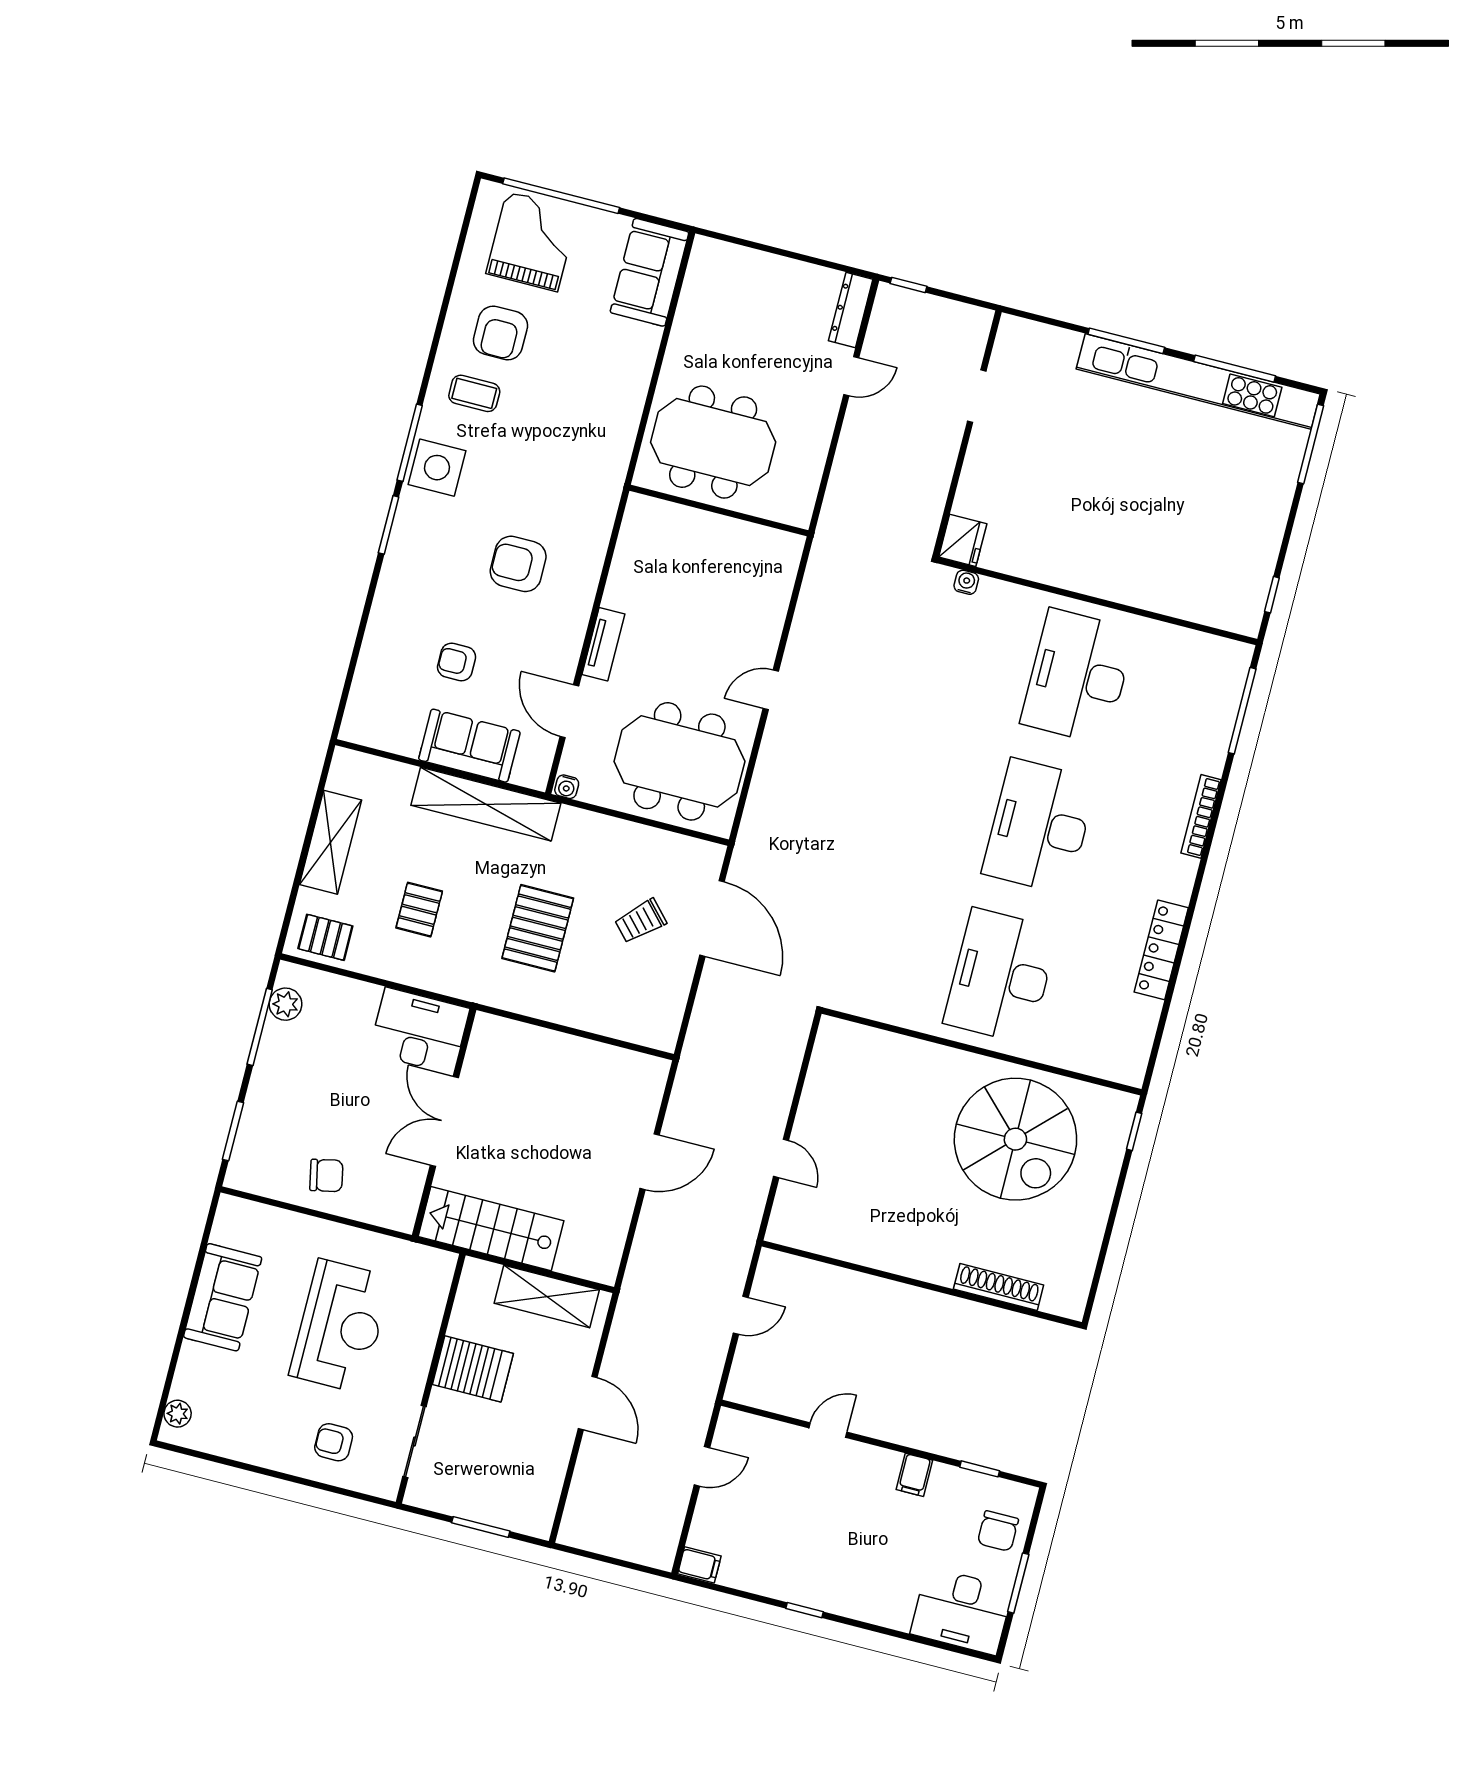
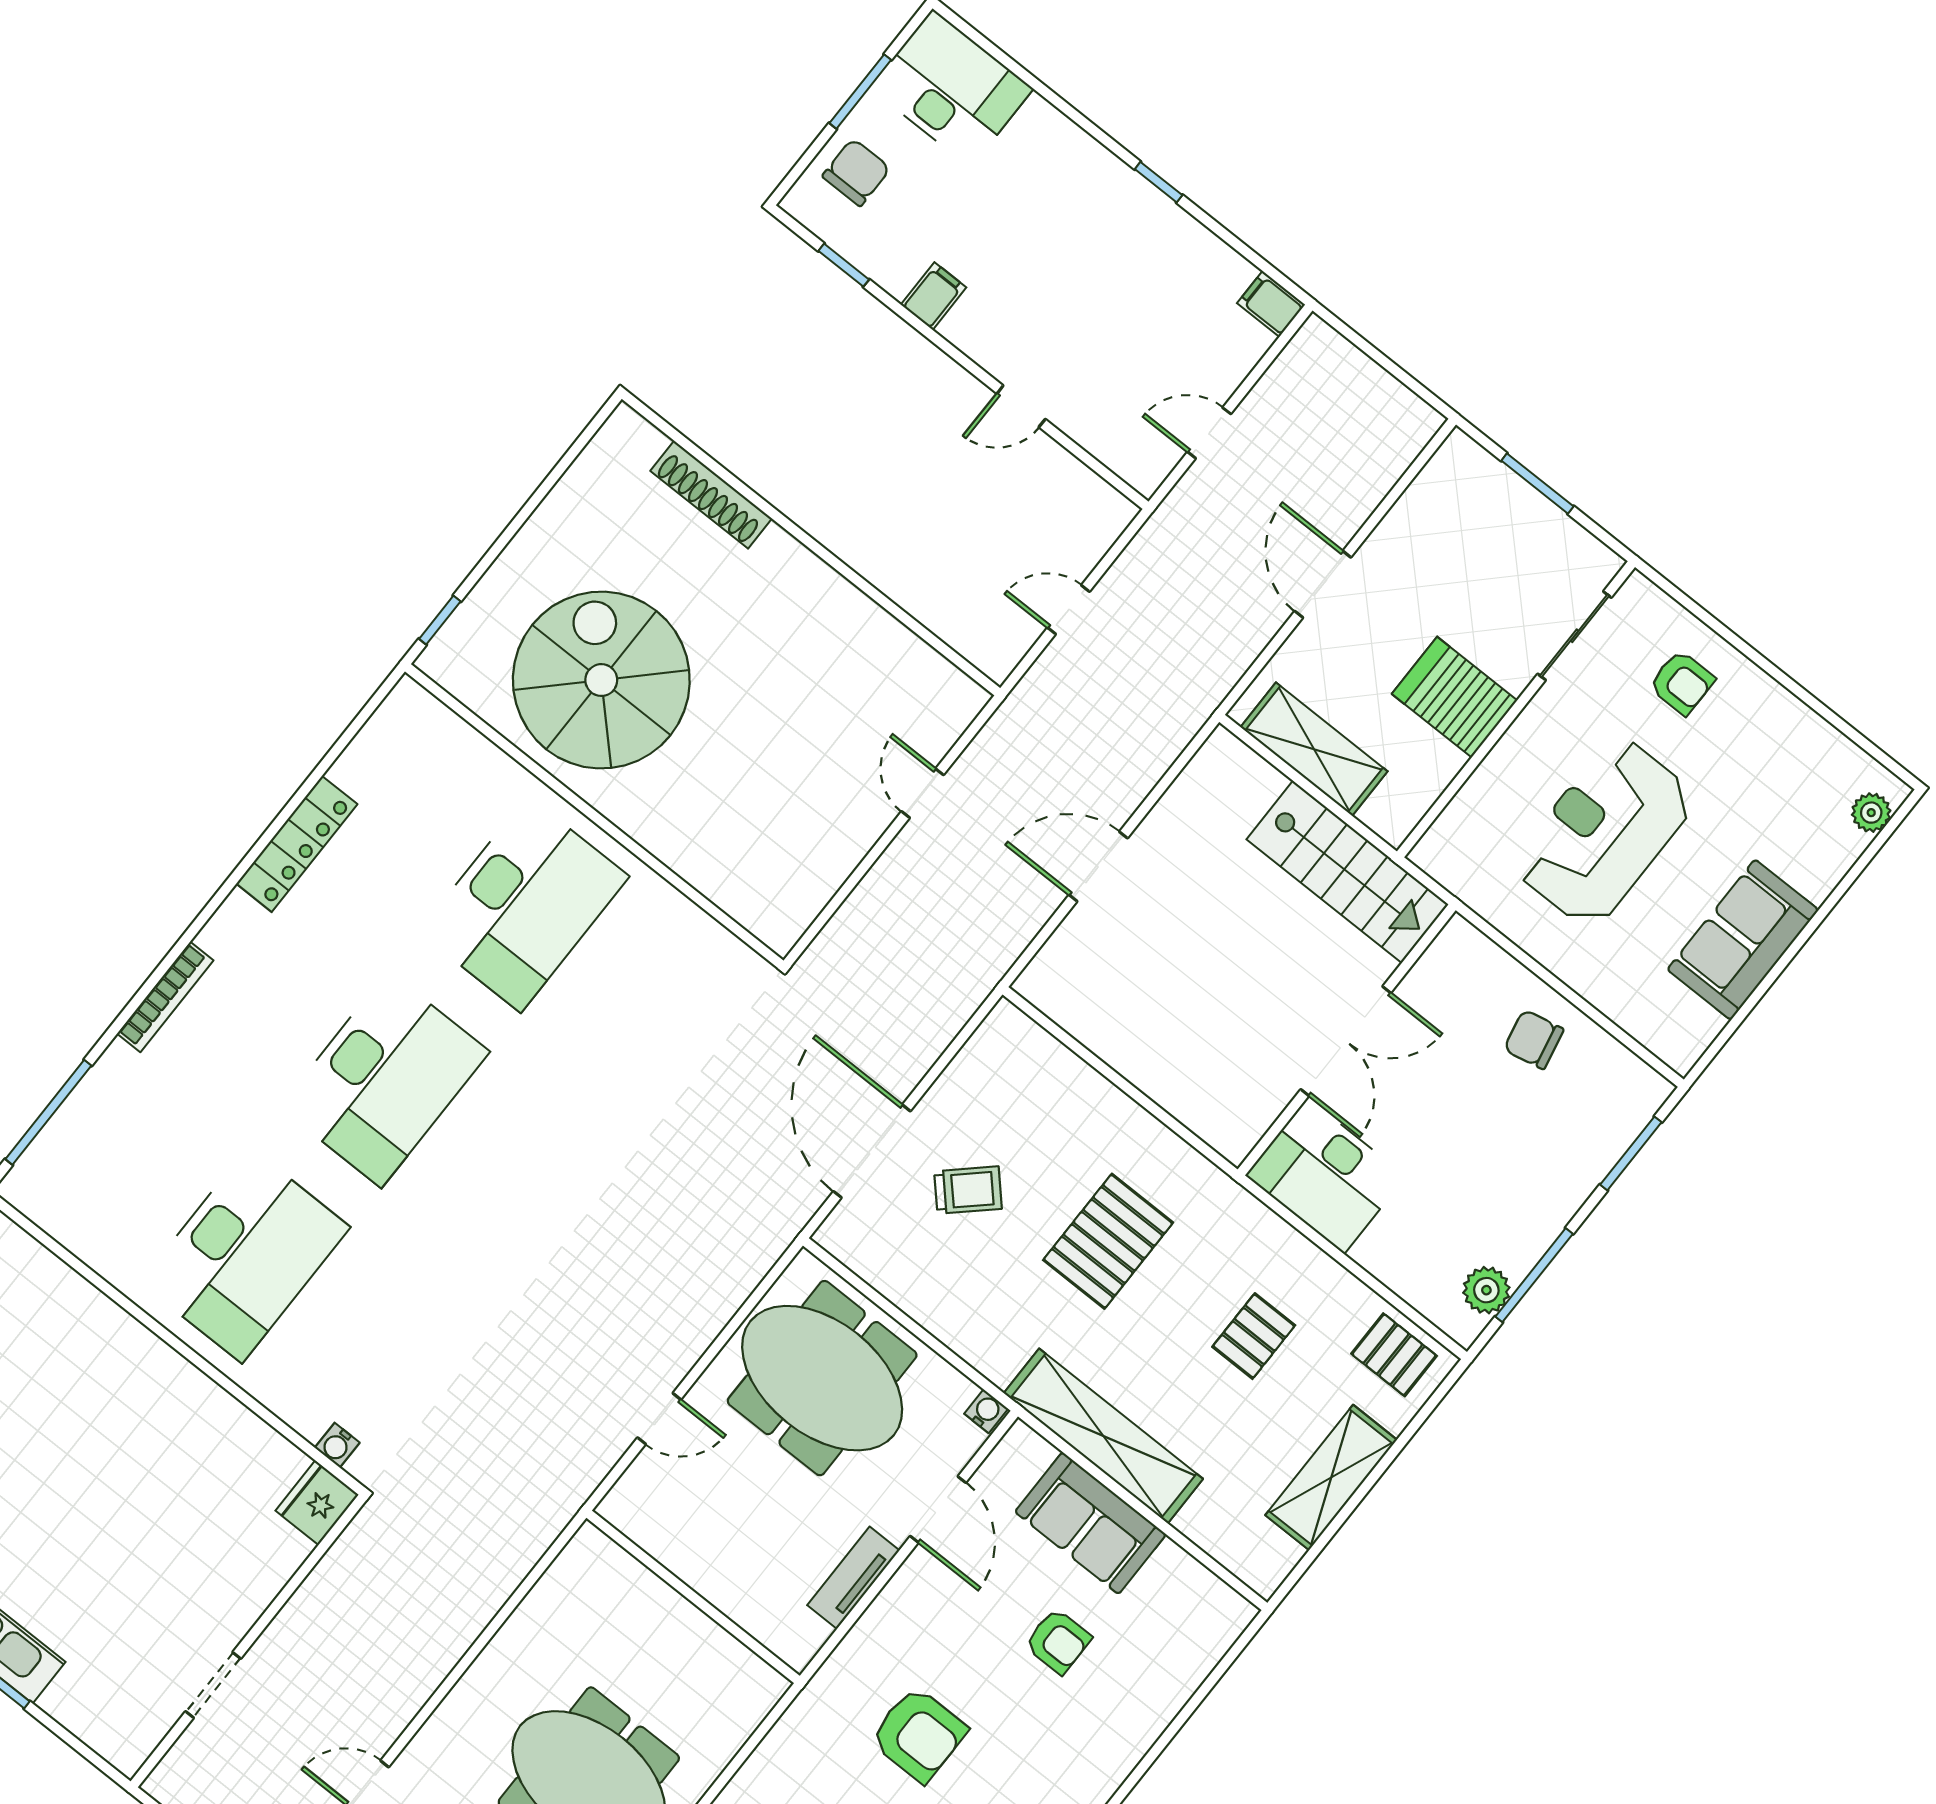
wall: (719, 511) -> (693, 1597), moved

